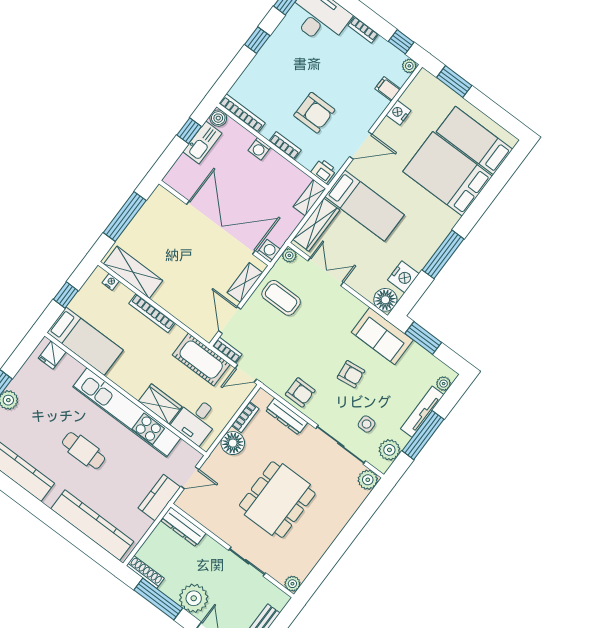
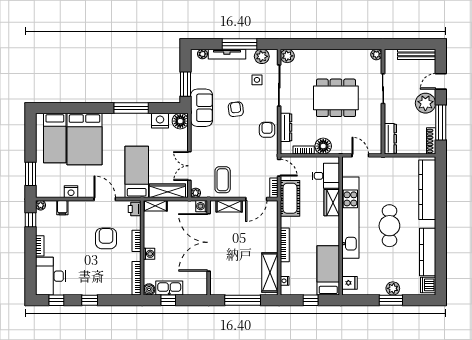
cafe table: (84, 451) -> (389, 226), width x1.37, depth x1.35
kitchen counter: (159, 498) -> (384, 164), removed

